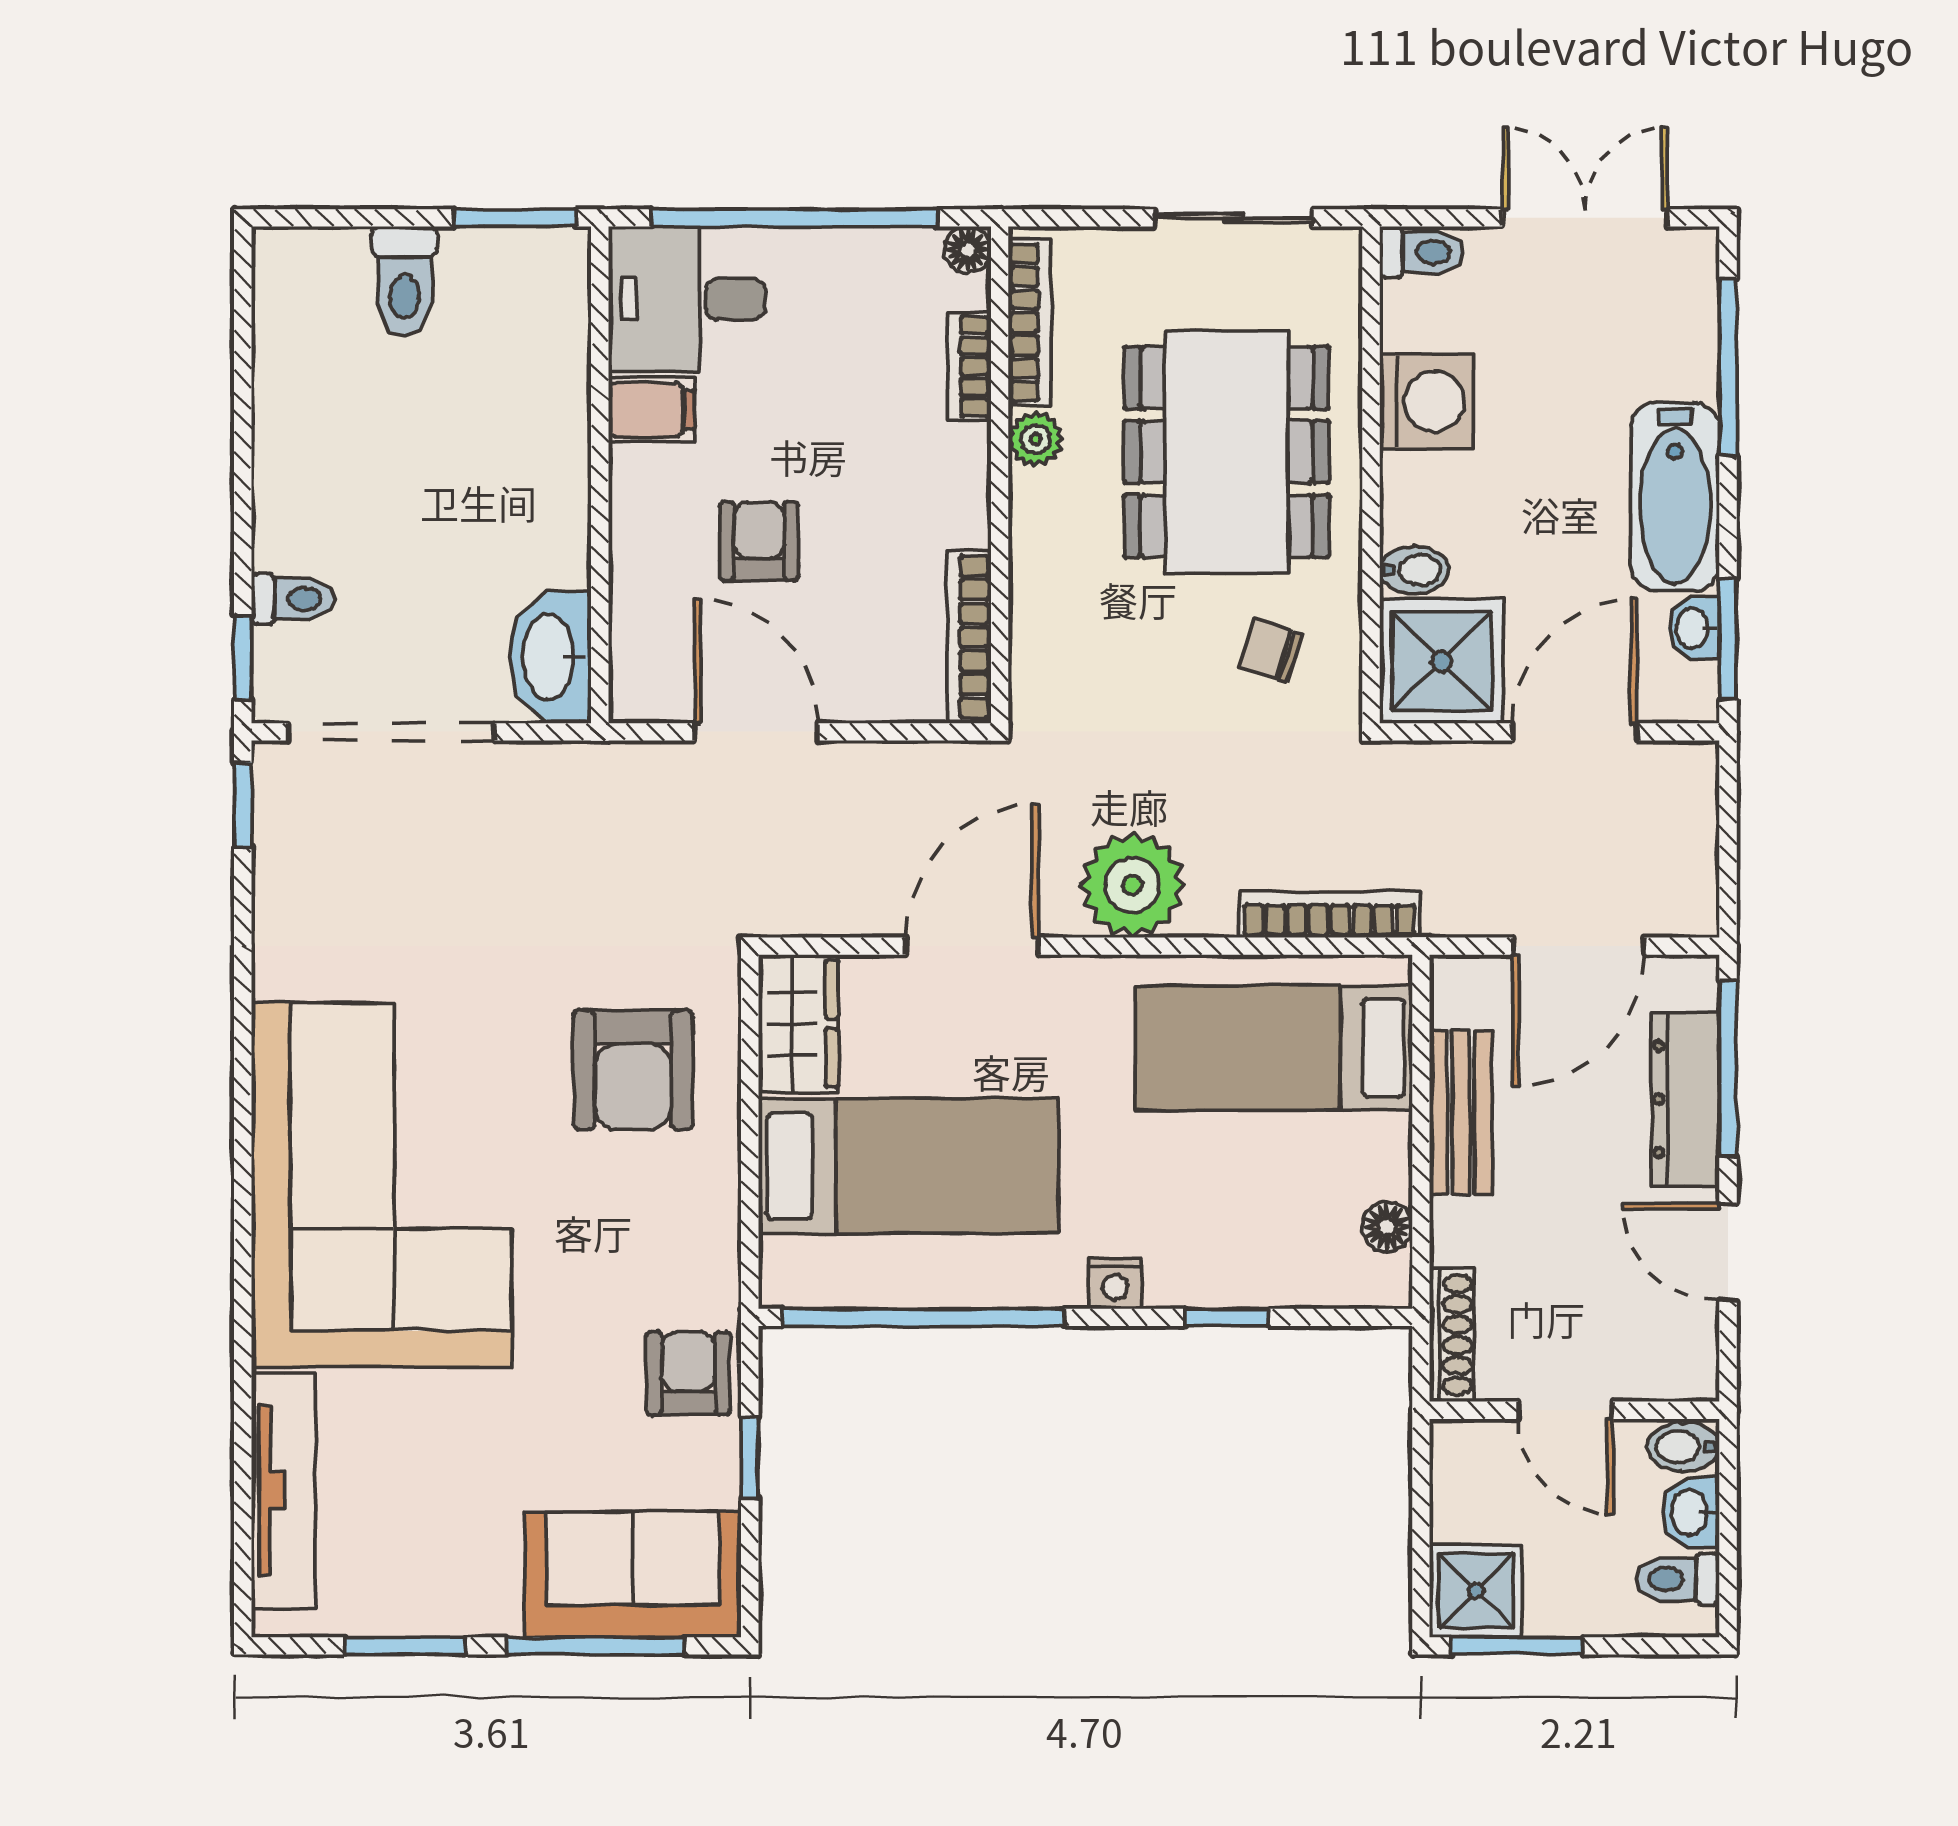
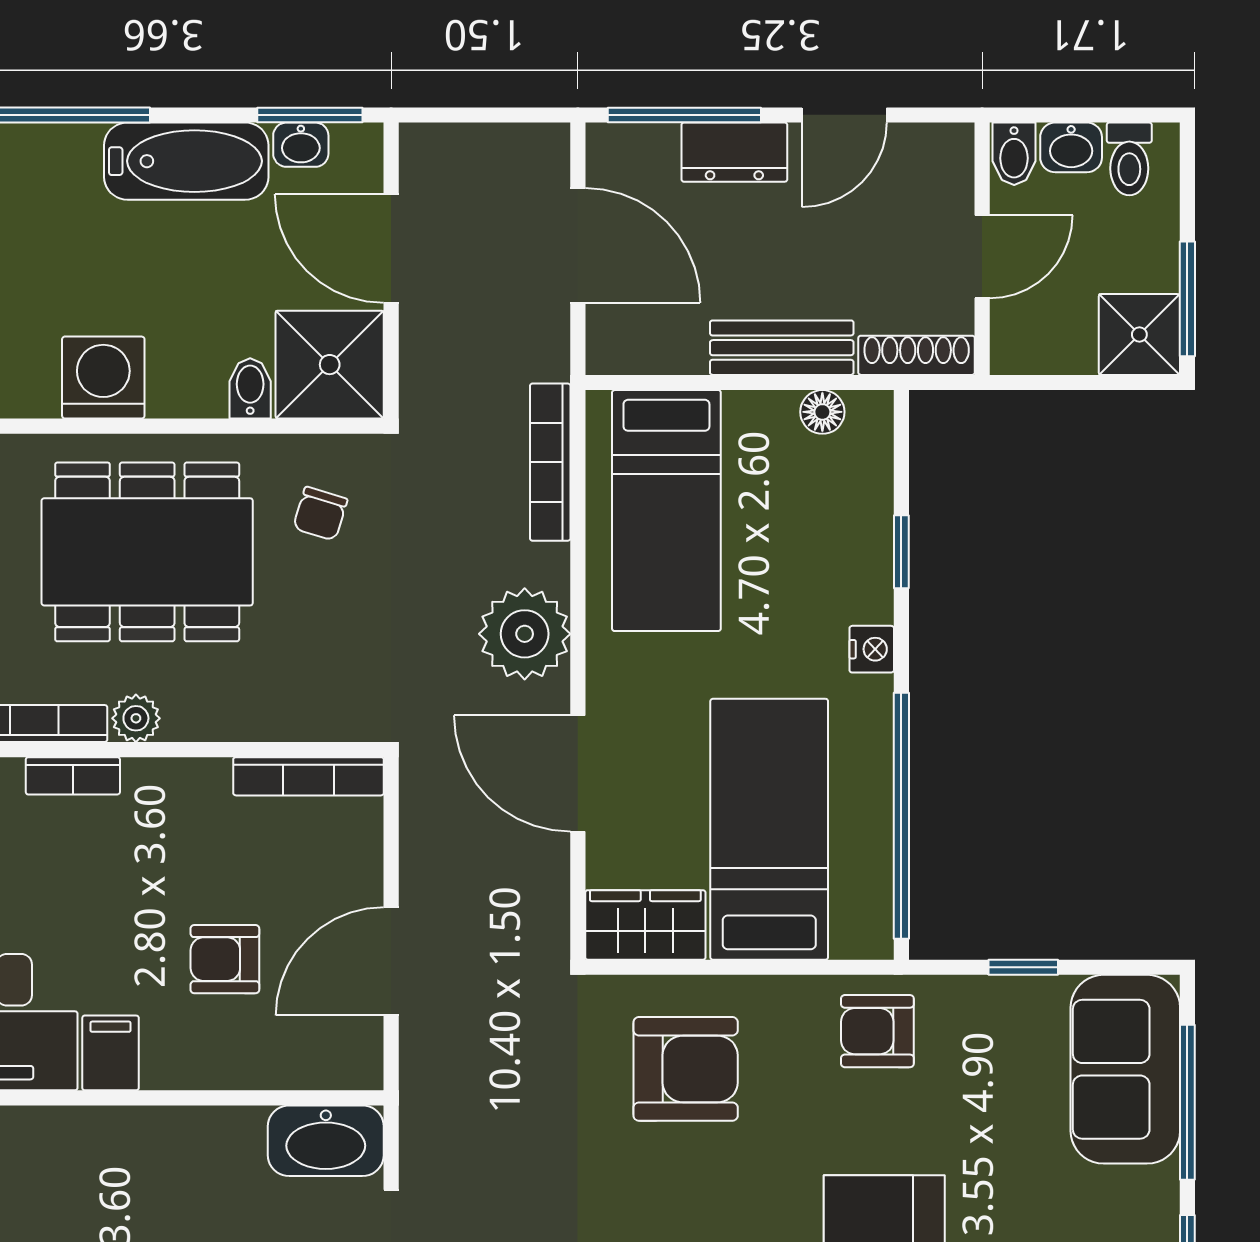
dresser: (1685, 1099) -> (734, 152), width x0.70
bench: (1461, 1112) -> (782, 348), moved
armchair: (688, 1373) -> (877, 1031), moved

